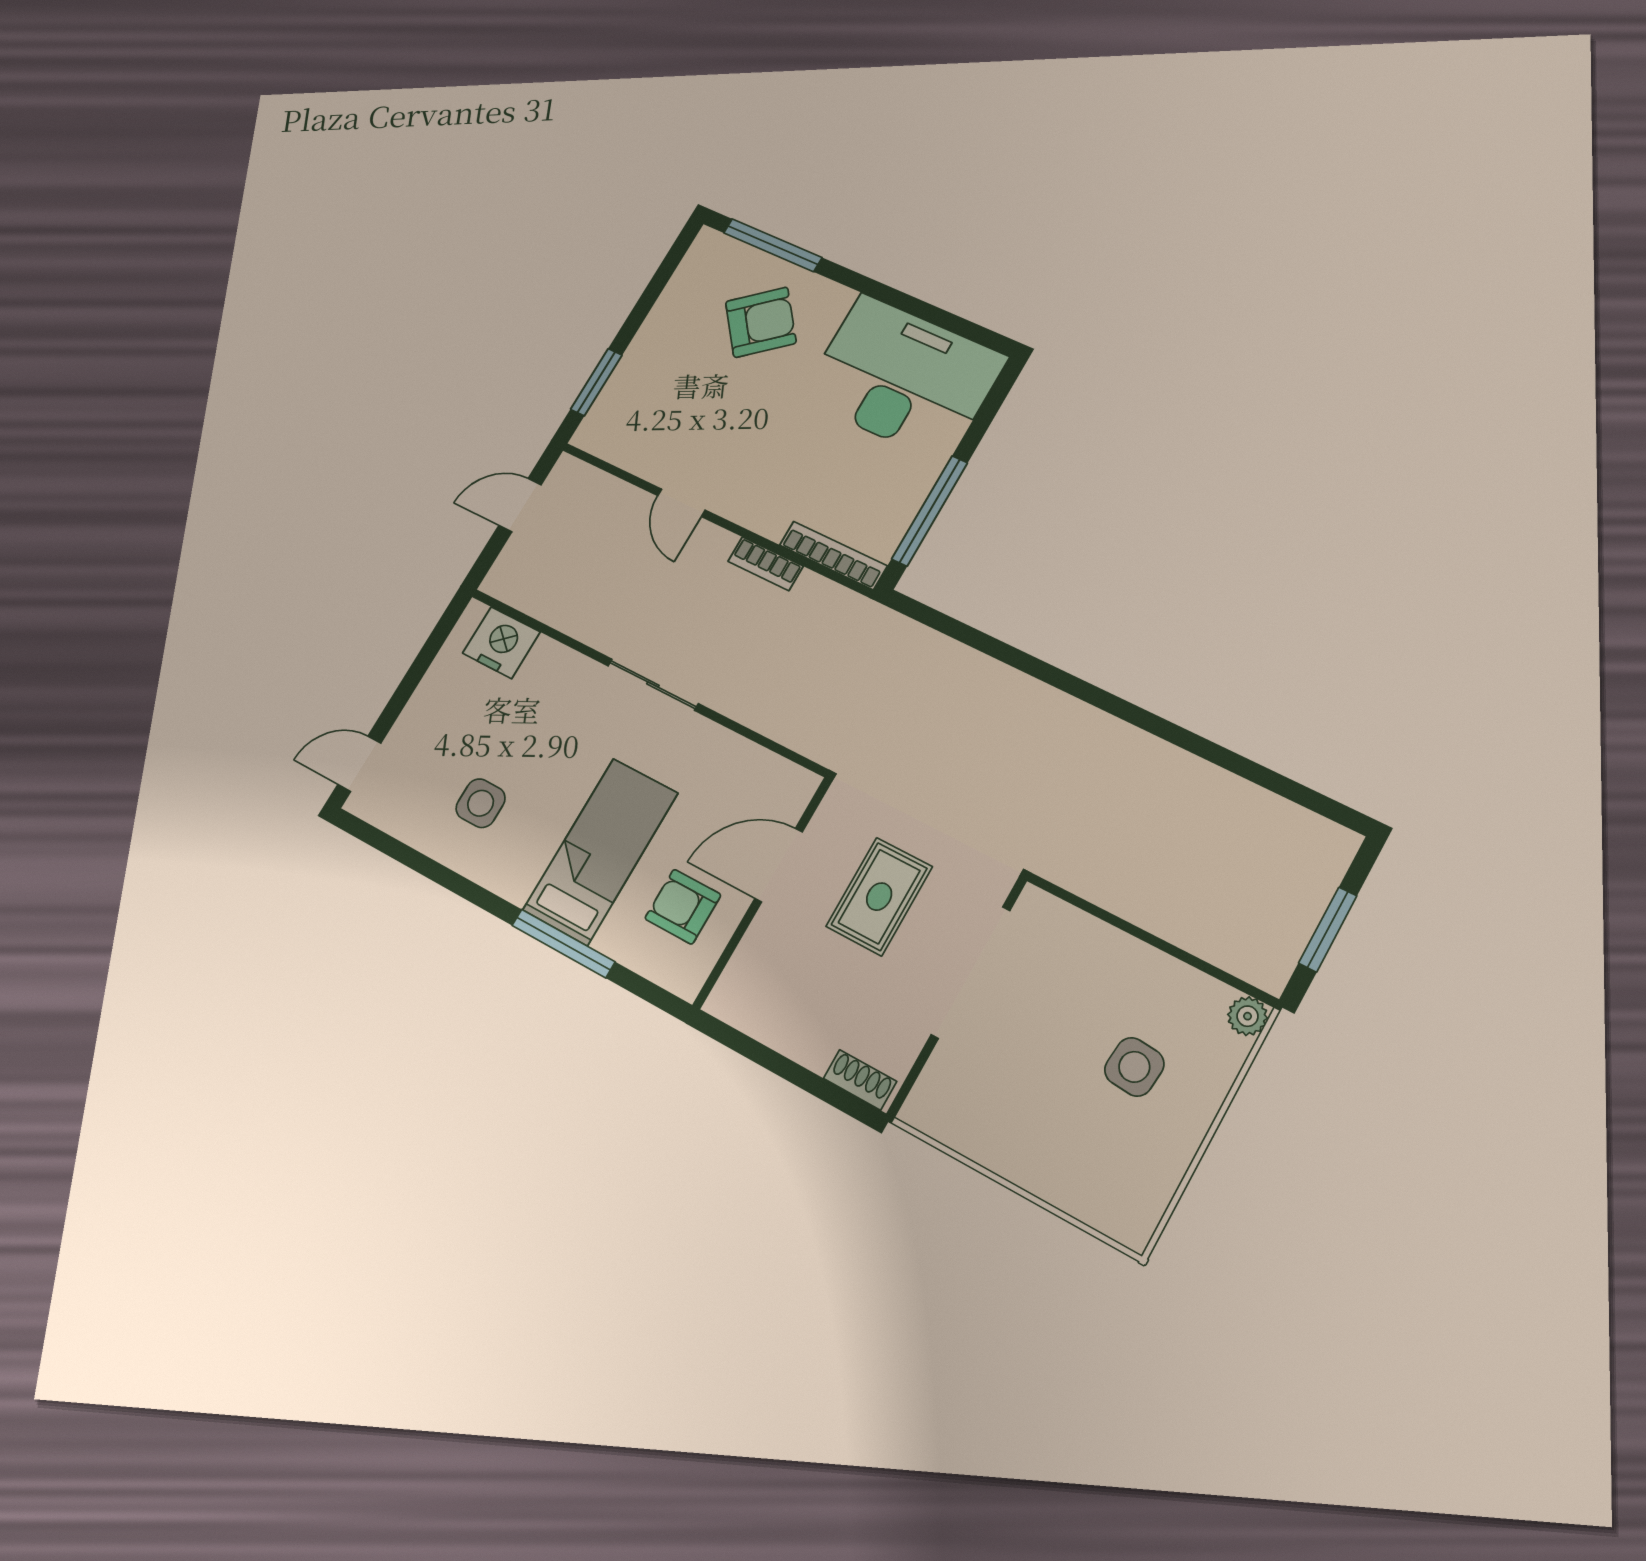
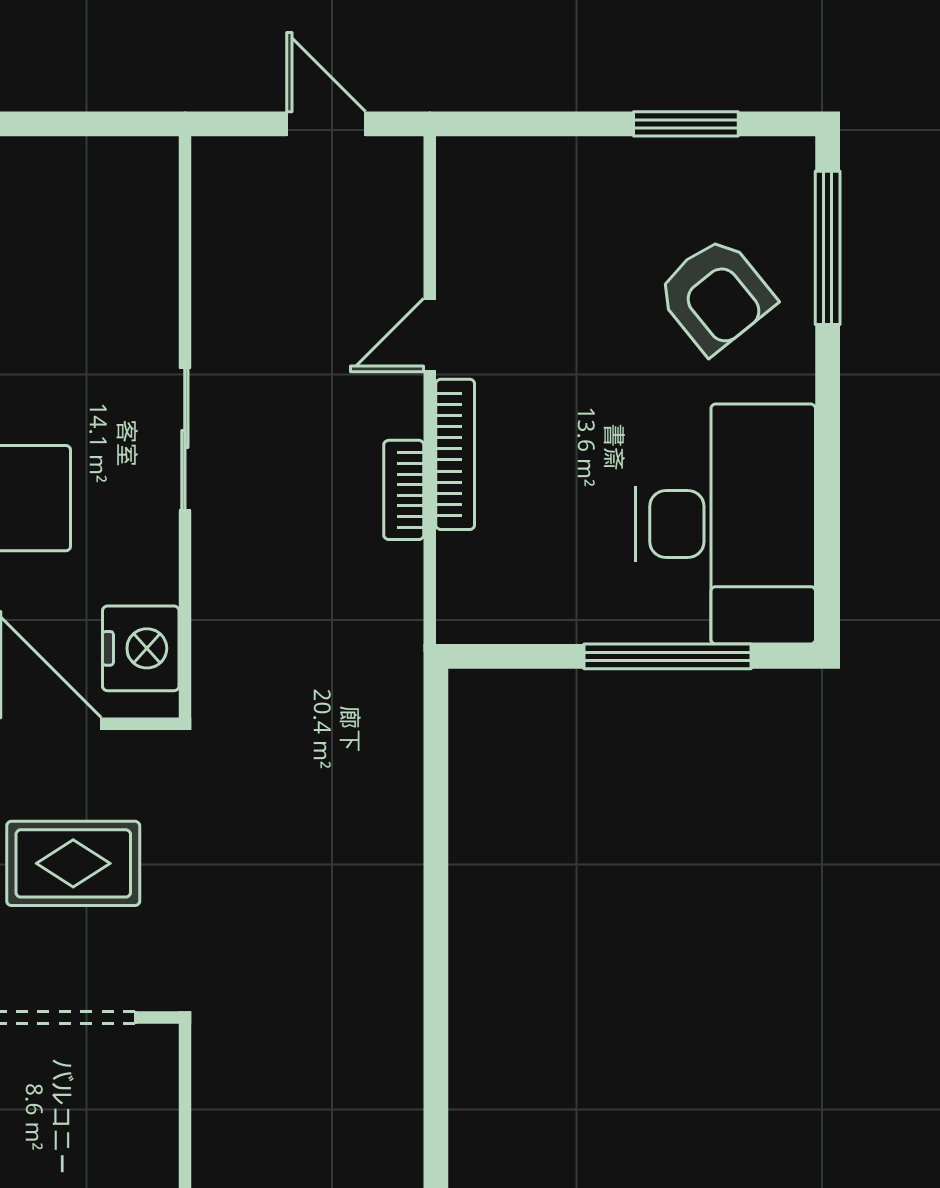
window: (596, 382) -> (686, 124), moved
window: (930, 511) -> (667, 656), moved
bookcase: (833, 555) -> (455, 454), moved
nightstand: (501, 643) -> (141, 648), moved

